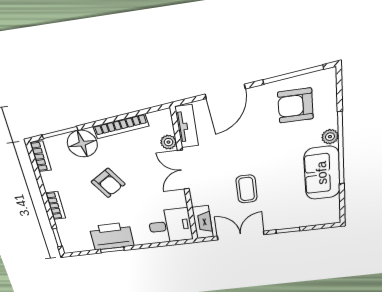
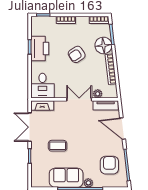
coffee table: (247, 189) -> (58, 146), moved
double door: (241, 235) -> (30, 127), swing flipped

